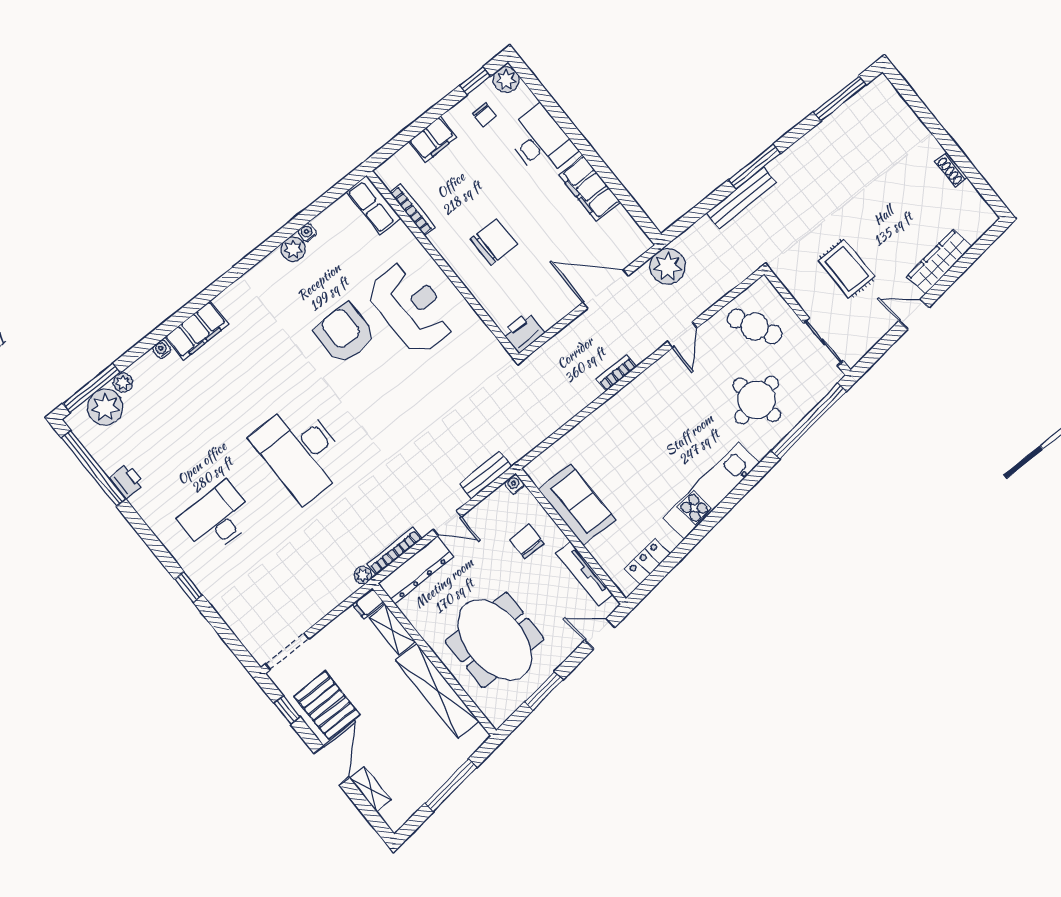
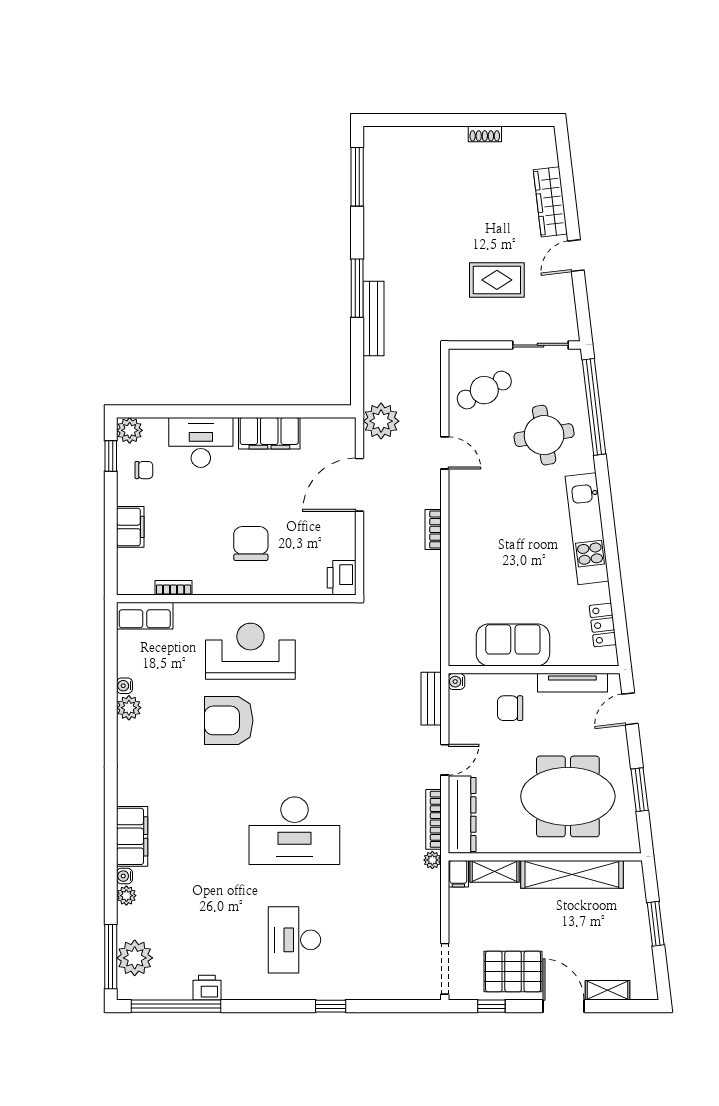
bookcase: (413, 210) -> (174, 588), width x0.64
plant: (123, 383) -> (126, 896), moved
window: (451, 785) -> (656, 924), width x0.69

